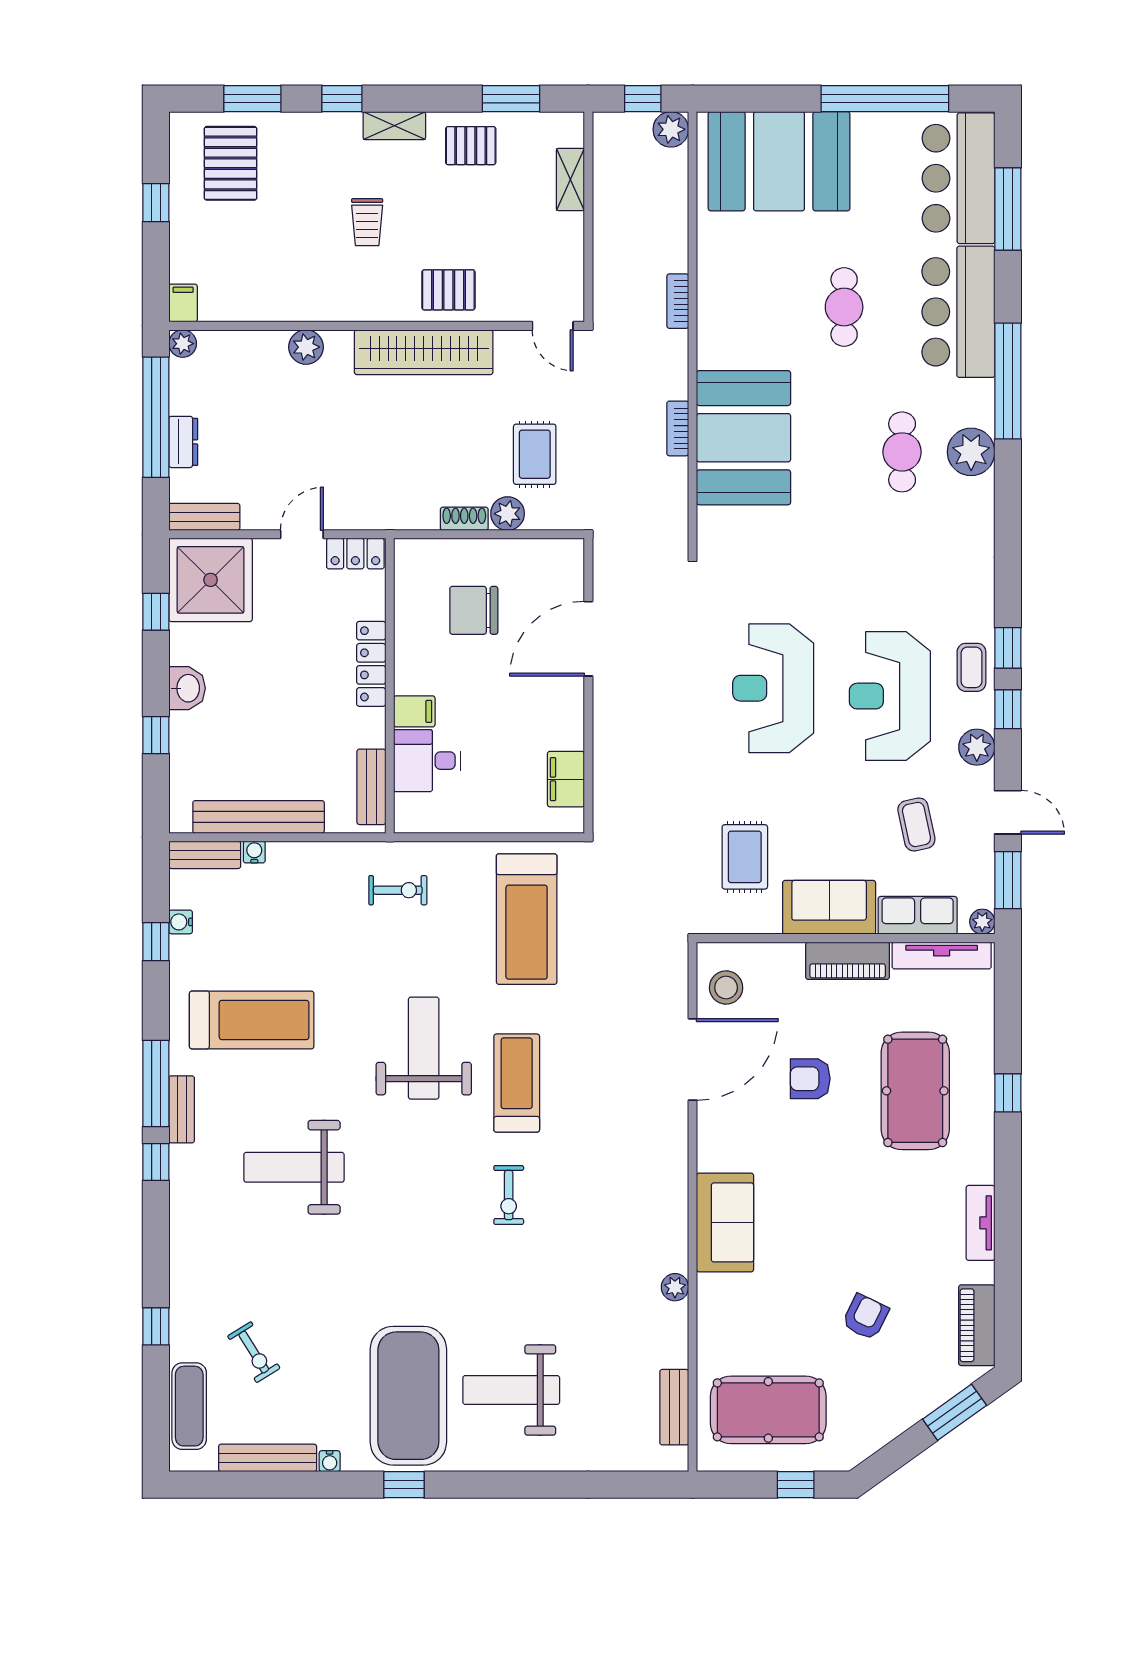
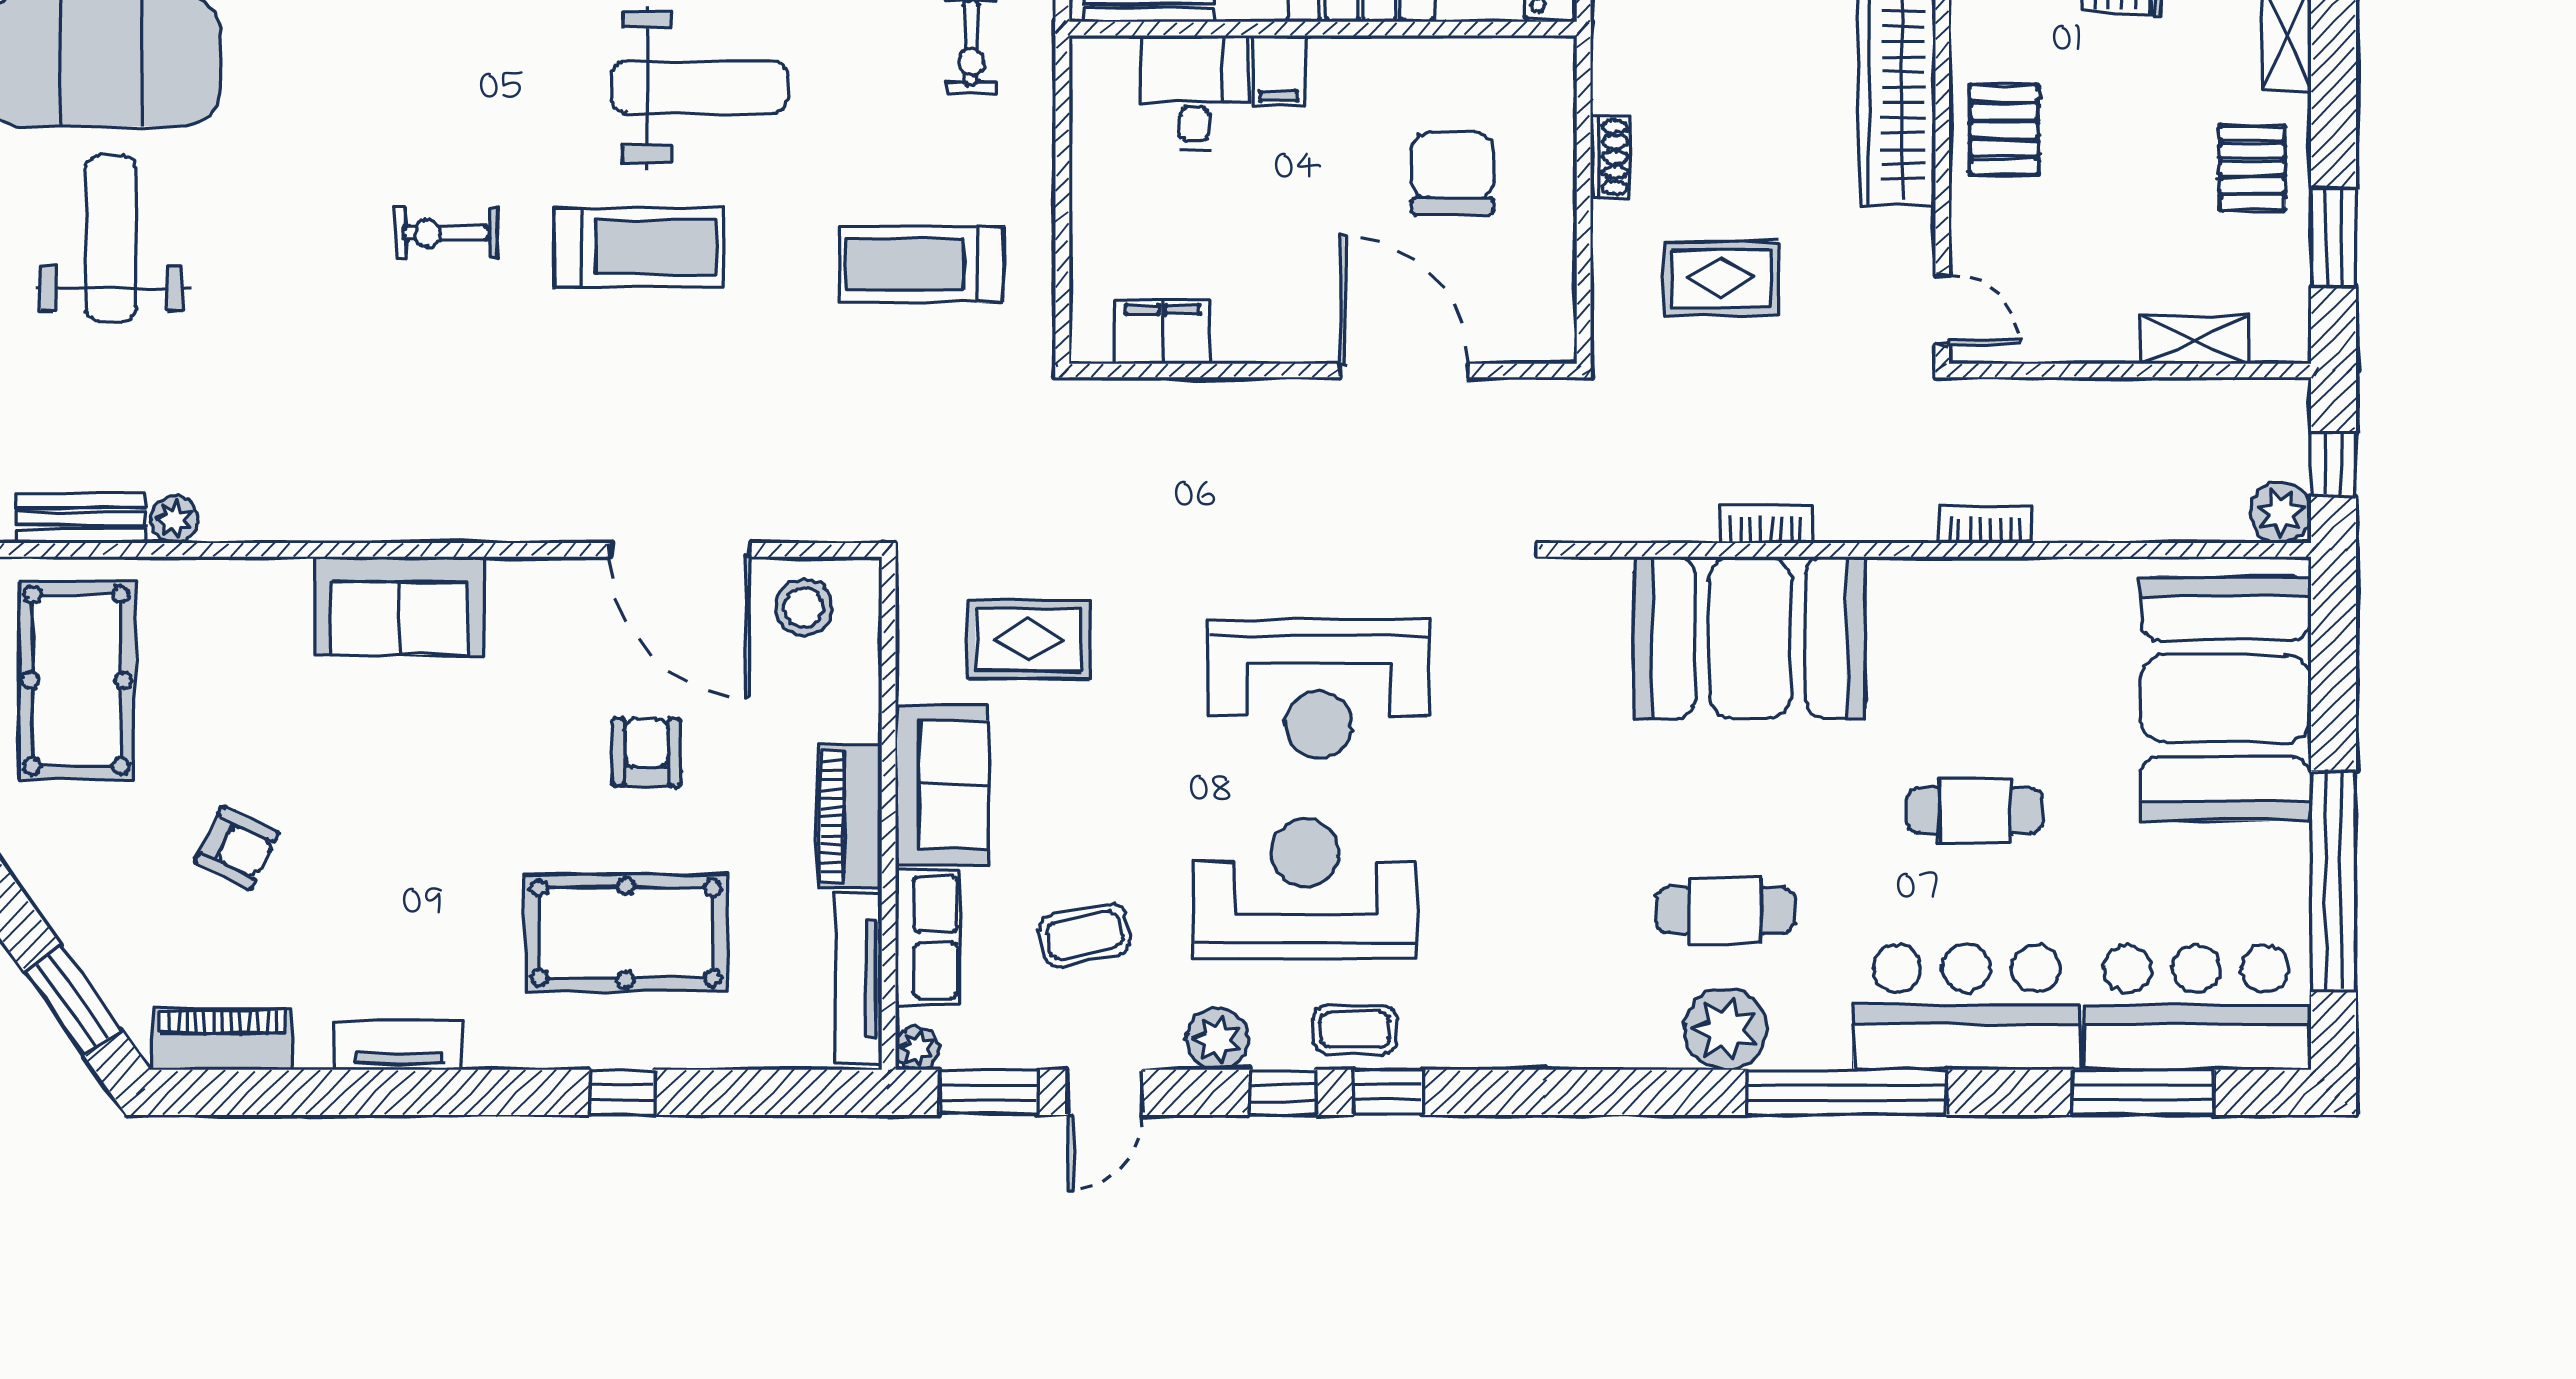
door: (553, 326) -> (1942, 309), swing flipped
plant: (508, 514) -> (1619, 231), removed
reception desk: (773, 688) -> (1319, 688), turned 180
treadmill: (527, 919) -> (921, 264), width x0.73, depth x0.73
plant: (675, 1287) -> (174, 520), moved

